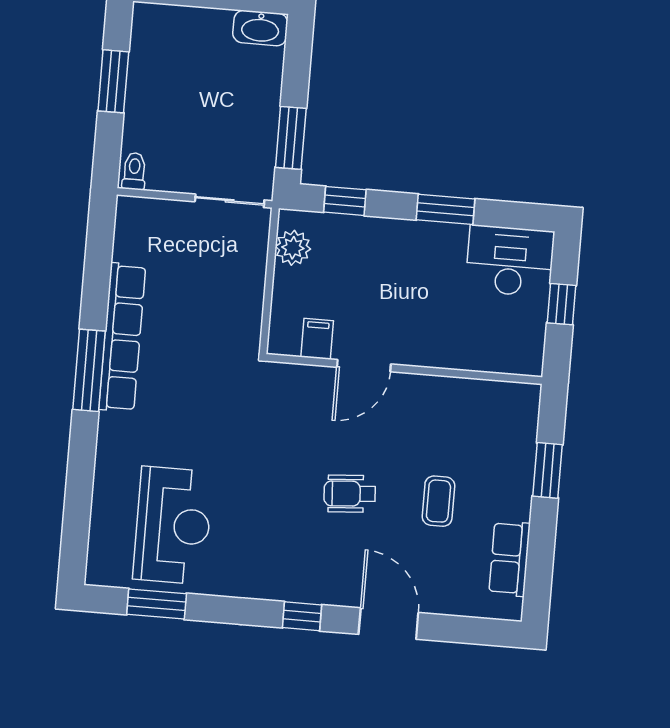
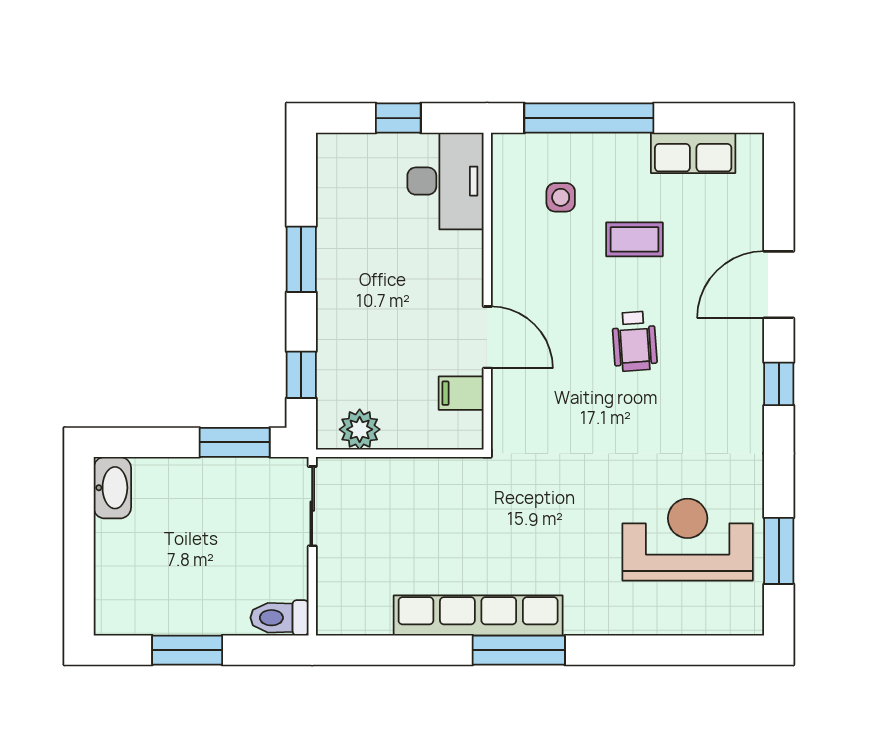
toilet: (134, 171) -> (280, 618), width x1.37, depth x1.39
desk: (510, 261) -> (445, 181), moved, turned 180
side table: (480, 440) -> (561, 197), added
window: (548, 470) -> (589, 118), width x2.11

